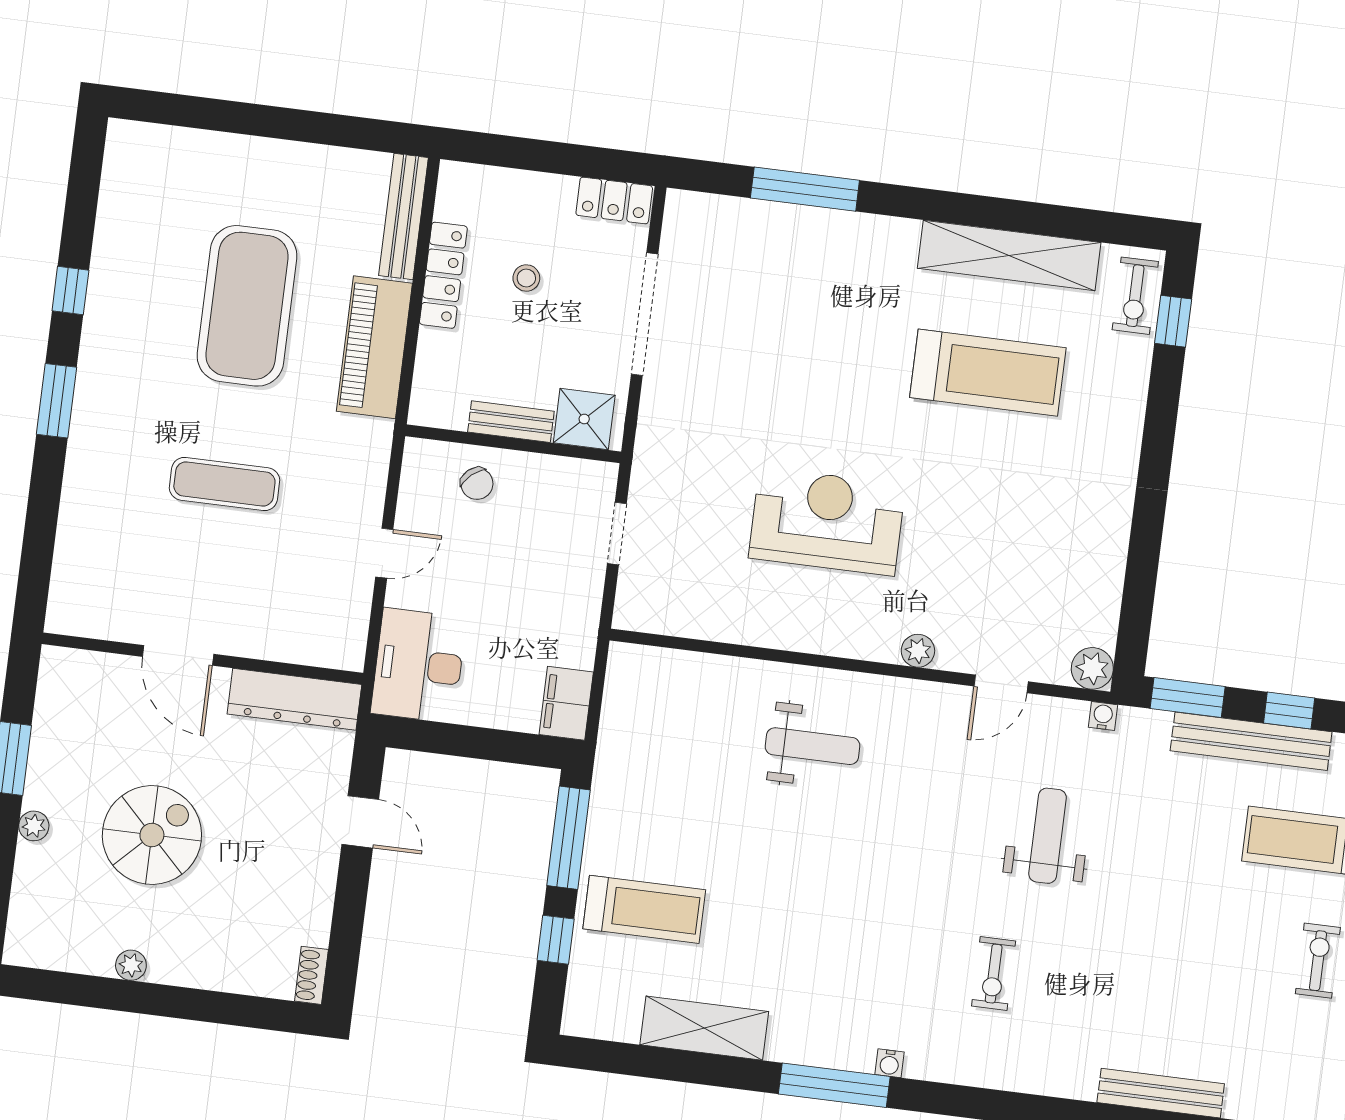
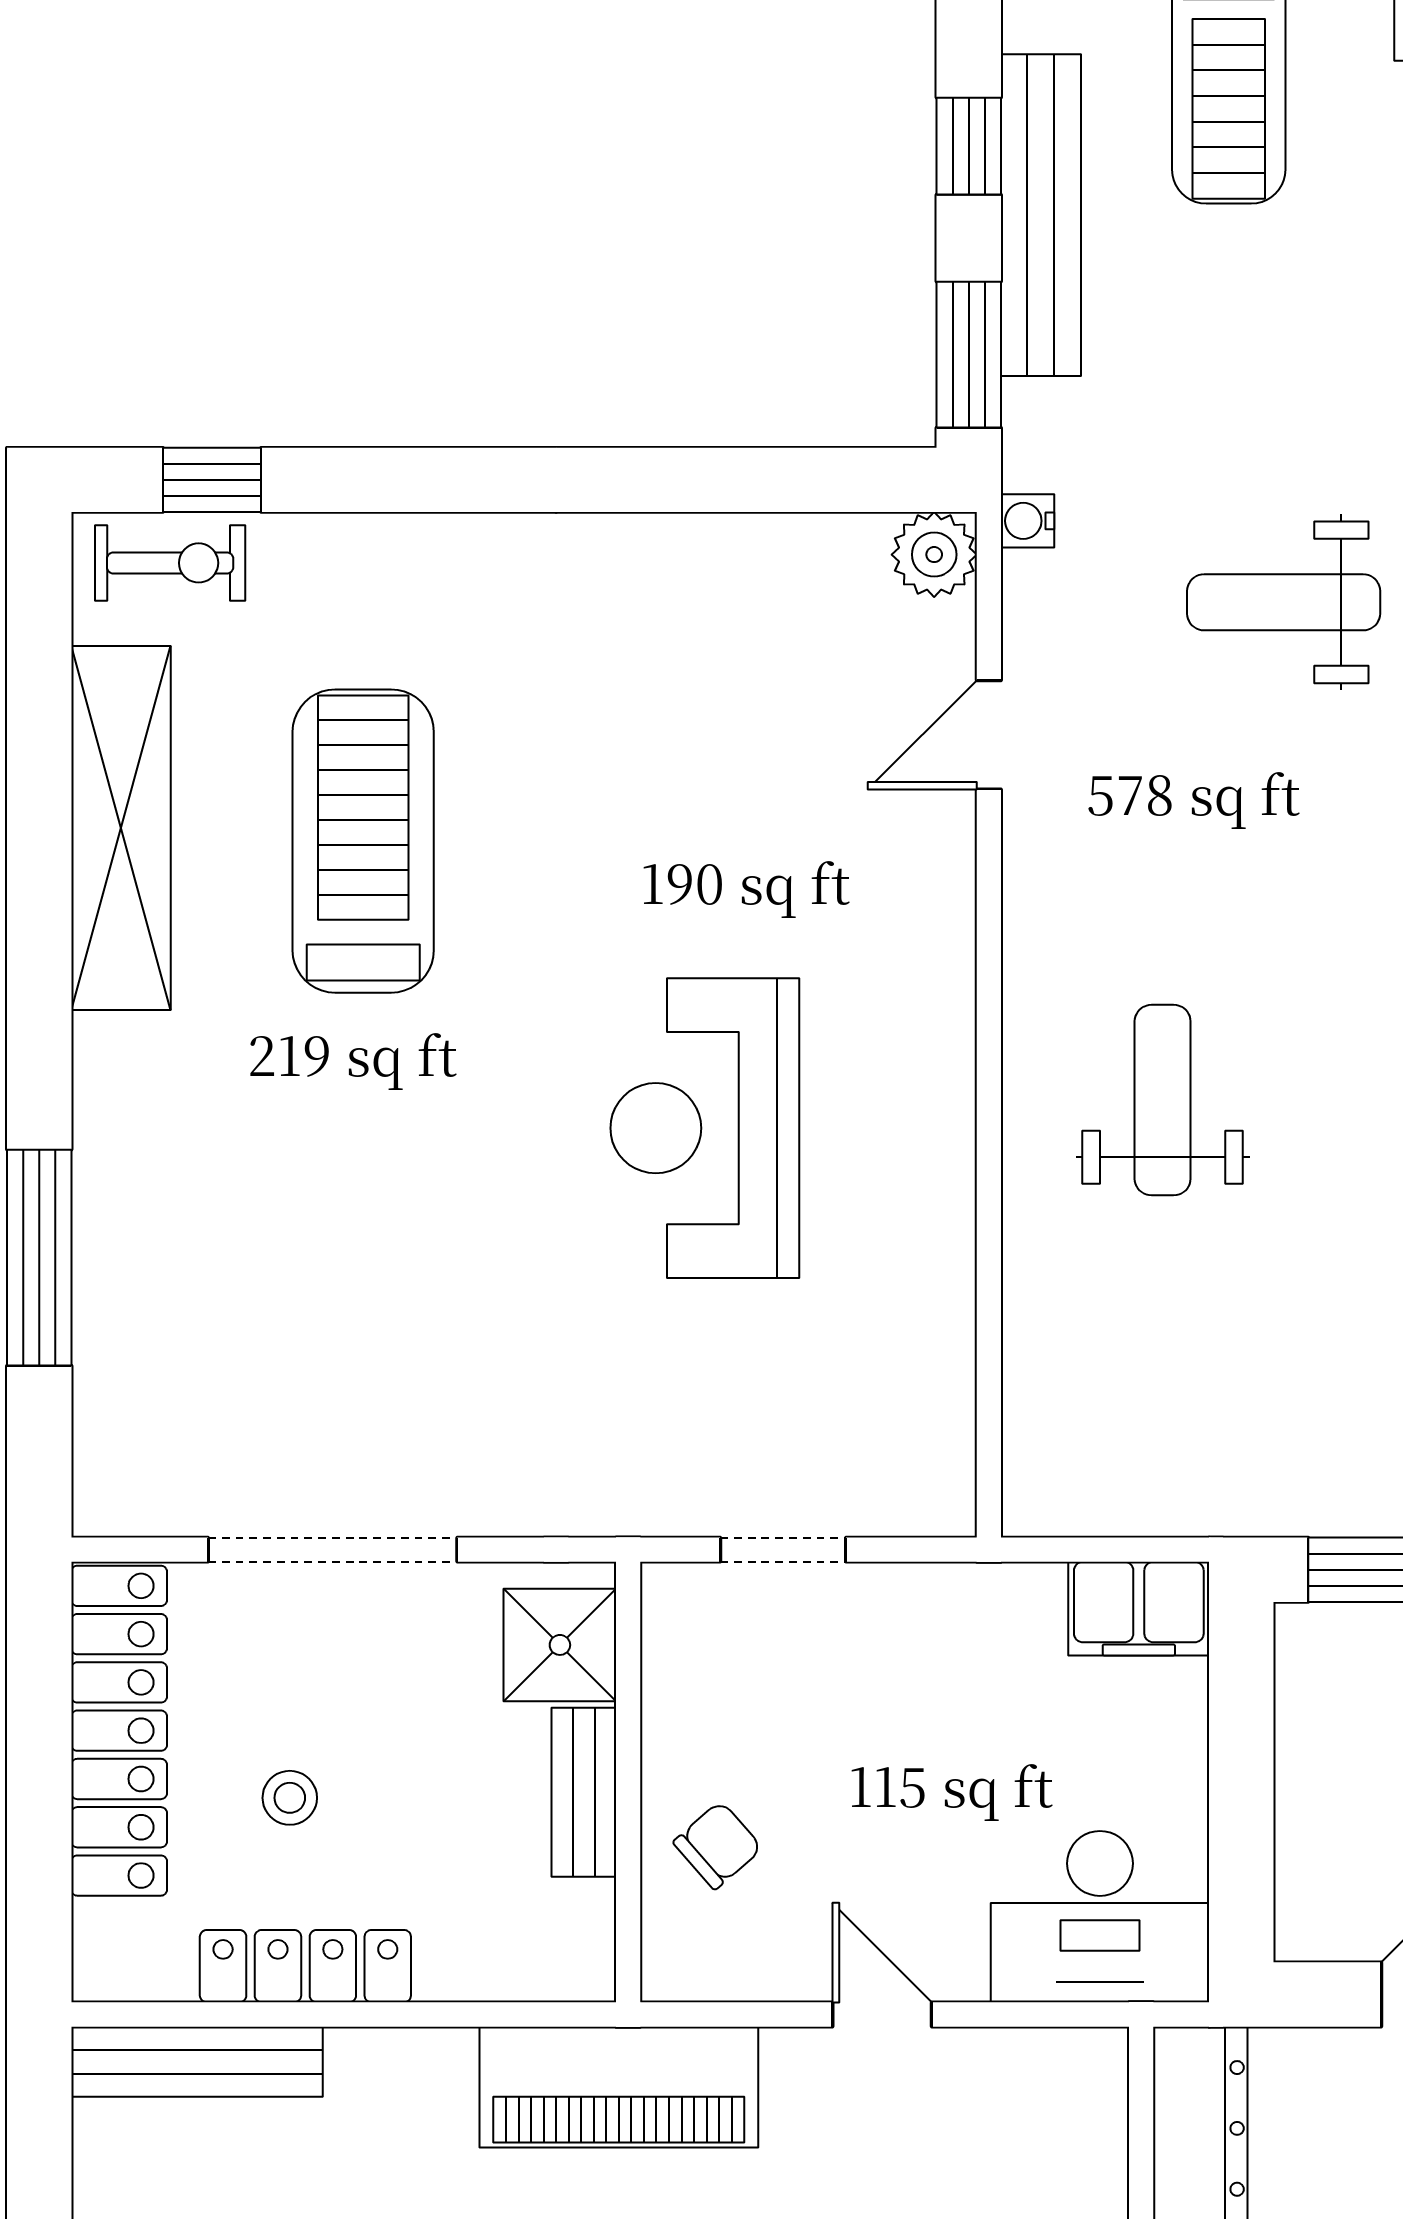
locker: (614, 201) -> (119, 1731), width x2.16, depth x1.21
piano: (374, 347) -> (619, 2087), moved
plant: (918, 651) -> (943, 911), removed
door: (1001, 684) -> (989, 735), swing flipped

